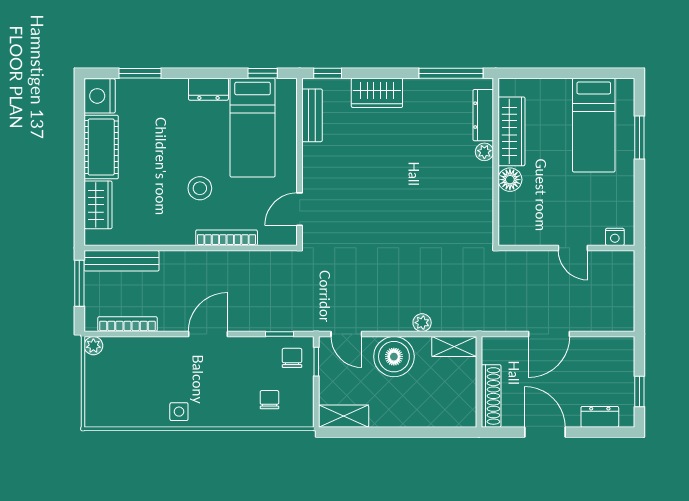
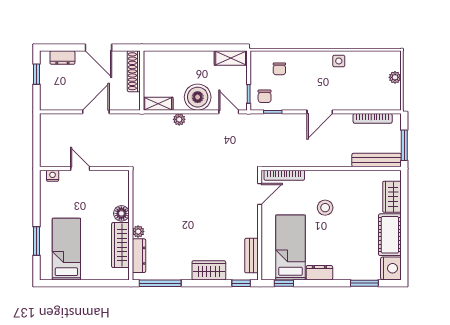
bookcase: (227, 238) -> (284, 175), moved
plant: (93, 346) -> (395, 77), moved

